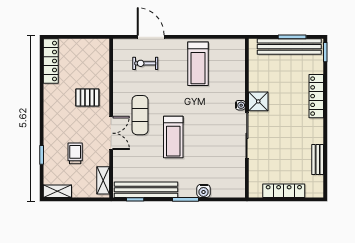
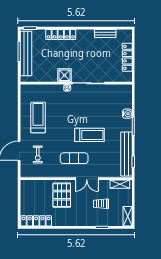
treadmill: (198, 64) -> (38, 117), turned -90
pallet: (87, 97) -> (62, 195), width x1.50, depth x1.42
double door: (111, 133) -> (87, 179), swing flipped

